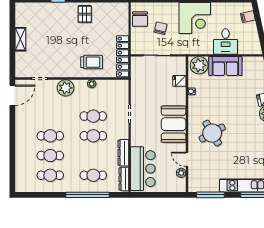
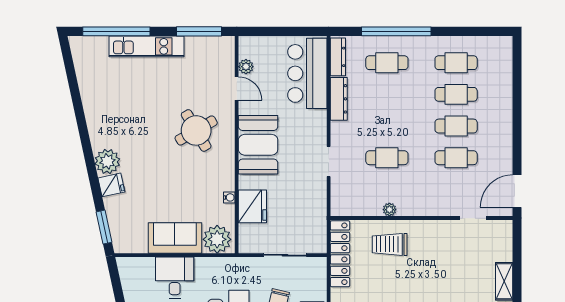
fridge: (179, 81) -> (252, 206), width x1.88, depth x1.34
plant: (65, 88) -> (432, 203), removed
cafe table: (93, 136) -> (456, 158), moved

